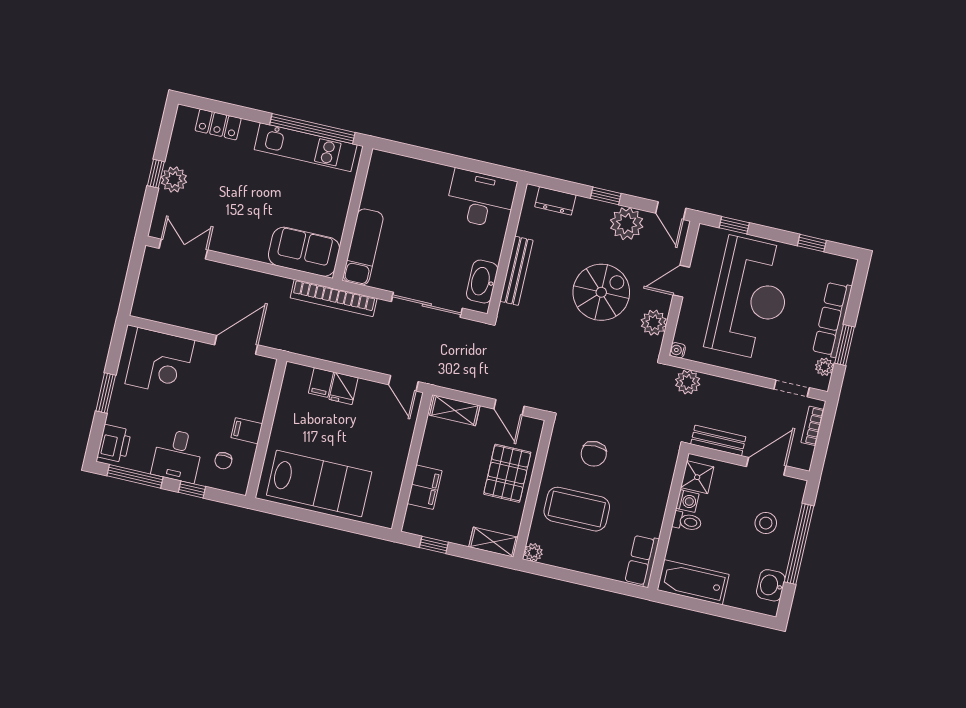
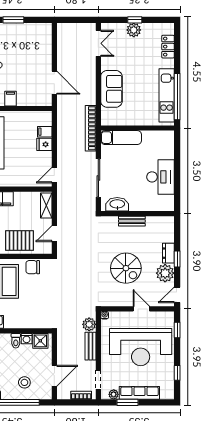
desk: (481, 199) -> (160, 177), moved
dresser: (555, 201) -> (168, 253), moved
sofa: (304, 252) -> (111, 89), moved
bench: (517, 271) -> (132, 221), width x0.73
plant: (654, 323) -> (116, 299), removed
corner desk: (160, 362) -> (36, 45), removed
bench: (718, 440) -> (91, 346), moved
chair: (594, 454) -> (33, 267), moved
door: (766, 466) -> (54, 376), hinge flipped

